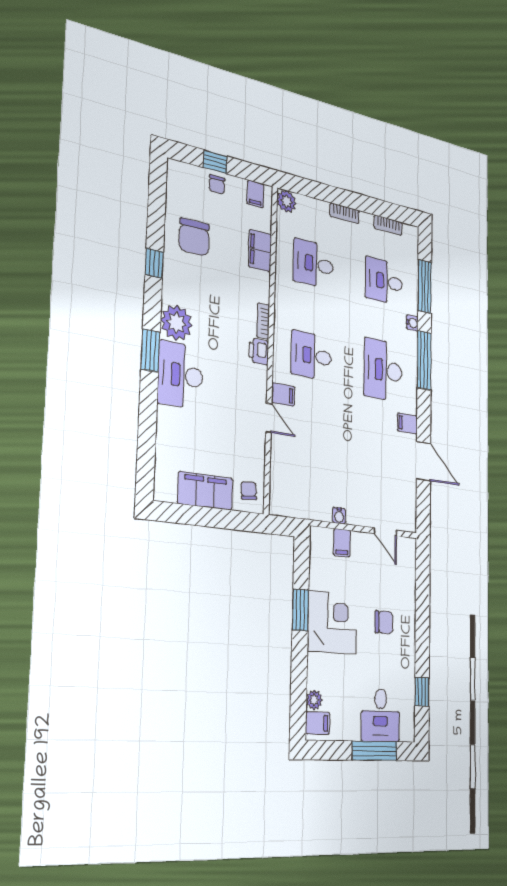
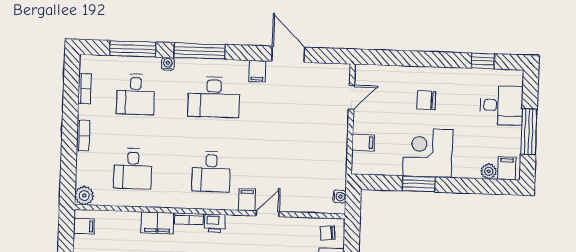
filing cabinet: (260, 251) -> (157, 223), moved
door: (424, 461) -> (288, 54), hinge flipped
water cooler: (339, 516) -> (339, 197), moved
chair: (384, 622) -> (426, 100), turned -90
window: (375, 751) -> (529, 132), moved

